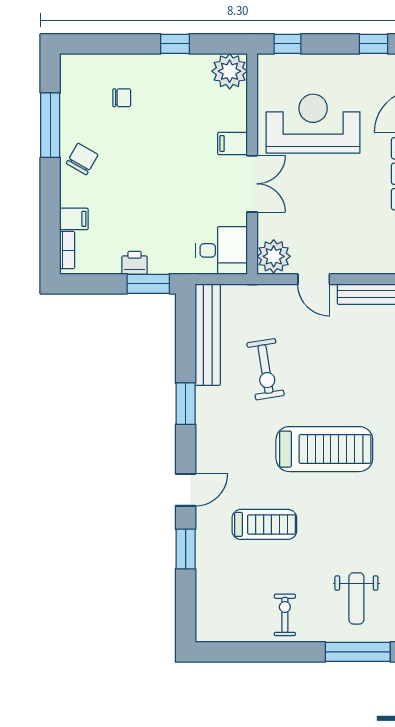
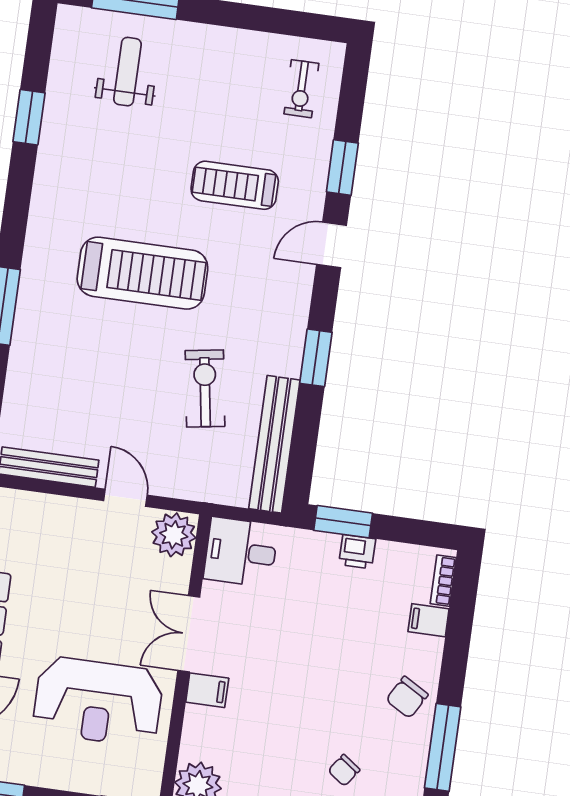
chair: (122, 98) -> (344, 770), turned -54
treadmill: (324, 449) -> (142, 273), turned 180
exercise bike: (285, 615) -> (301, 89), moved

